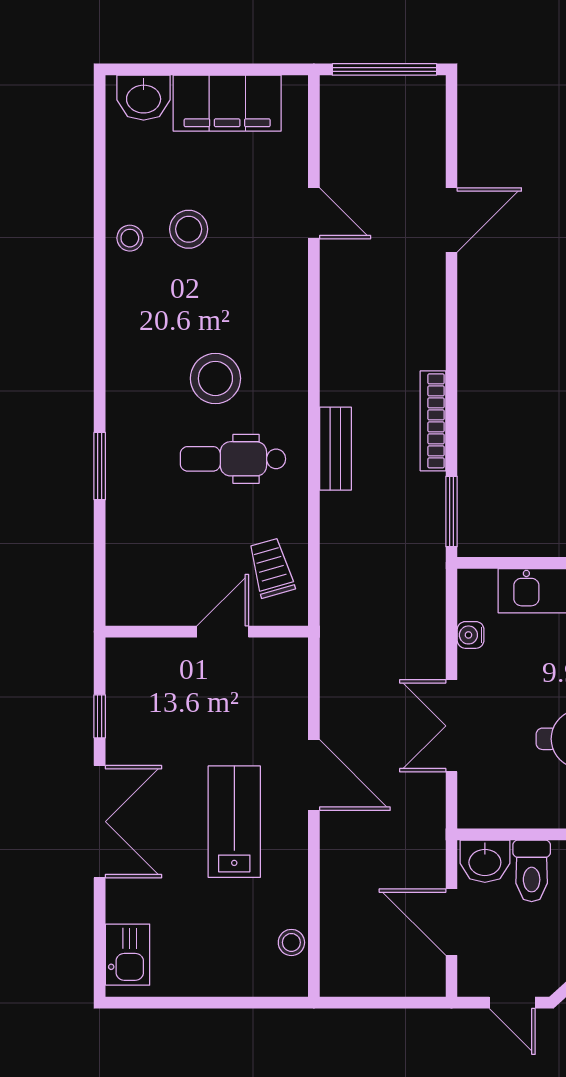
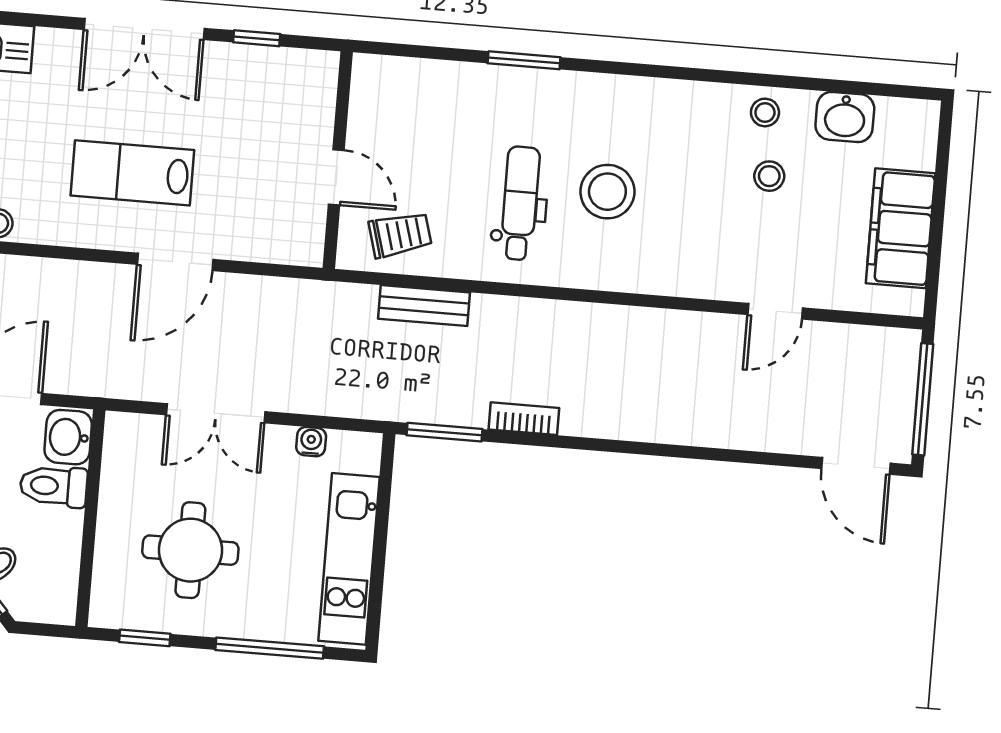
washbasin: (144, 98) -> (845, 117), moved, turned -90
door: (452, 220) -> (856, 466), moved
stool: (189, 229) -> (769, 176), width x0.73, depth x0.73
bookcase: (433, 421) -> (524, 419), width x0.64
bench: (335, 449) -> (424, 306), moved
double door: (452, 726) -> (216, 413), swing flipped
lab bench: (234, 822) -> (132, 173), turned 180

